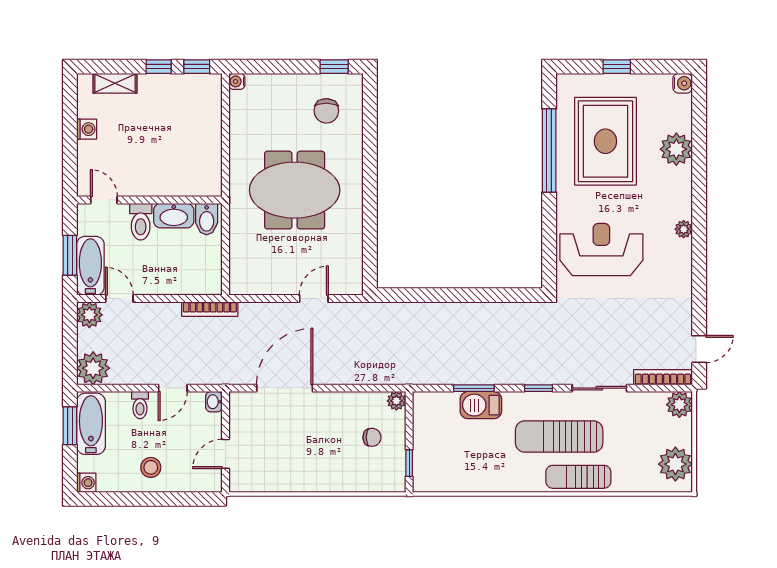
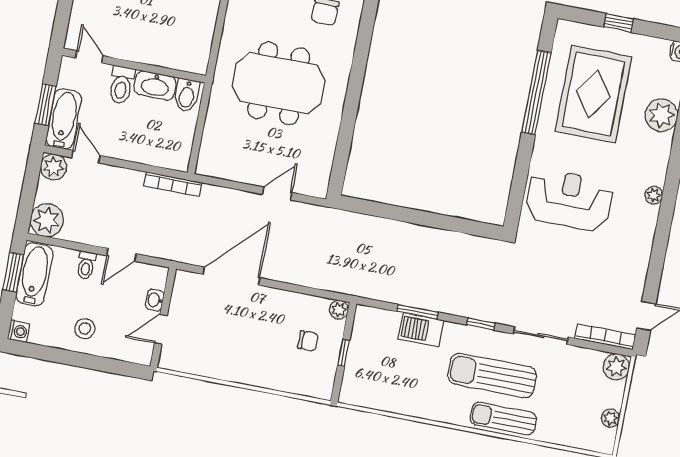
washbasin: (214, 402) -> (155, 300), moved
window: (409, 463) -> (344, 353), moved
plant: (675, 464) -> (610, 418), width x0.53, depth x0.53

